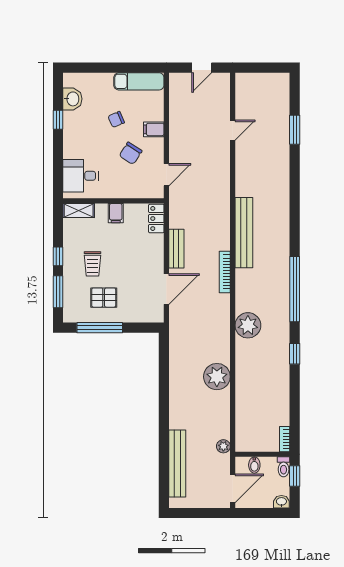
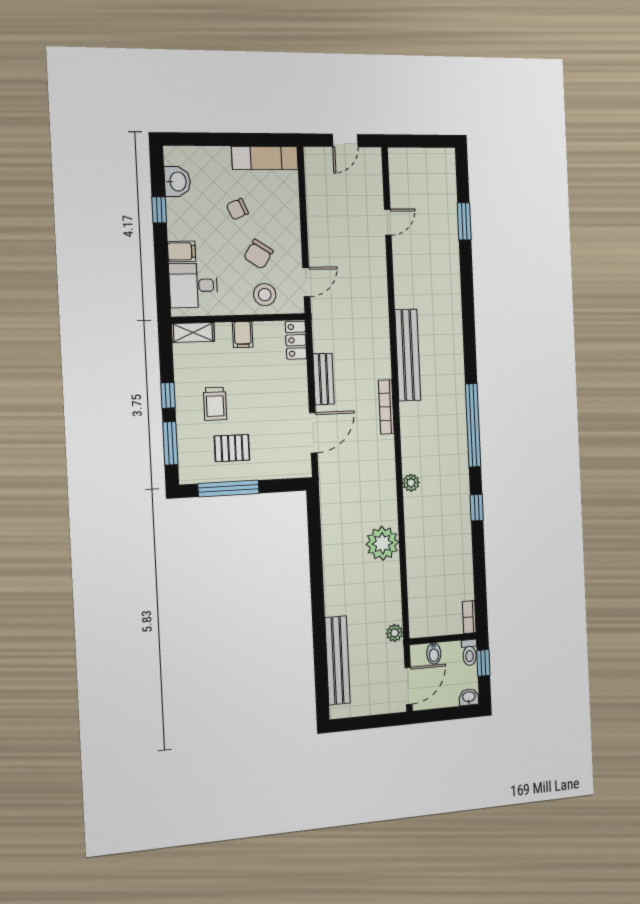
filing cabinet: (154, 129) -> (182, 251), moved, turned 180
stool: (134, 184) -> (265, 295), added
plant: (248, 325) -> (411, 483), width x0.53, depth x0.53

